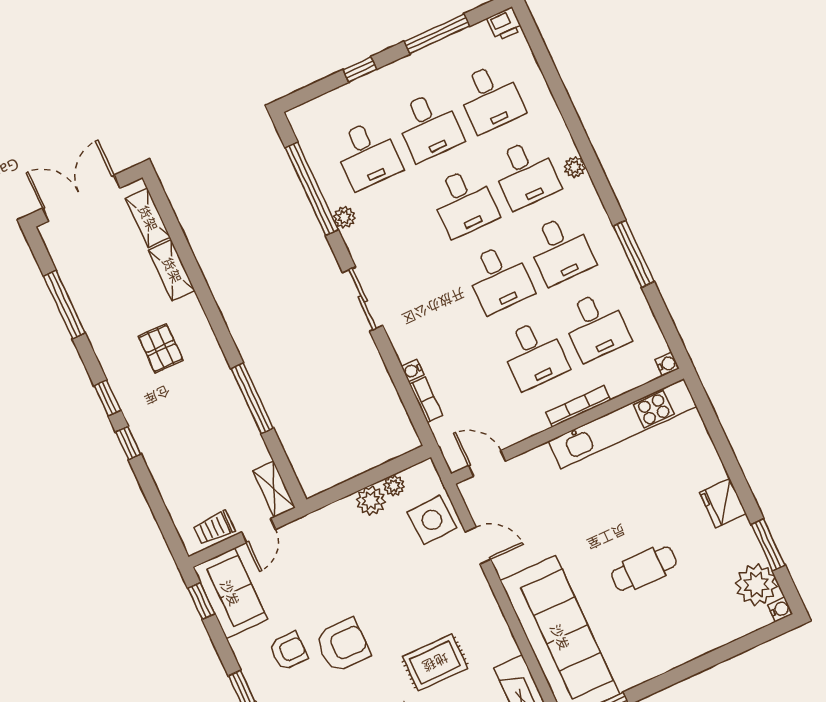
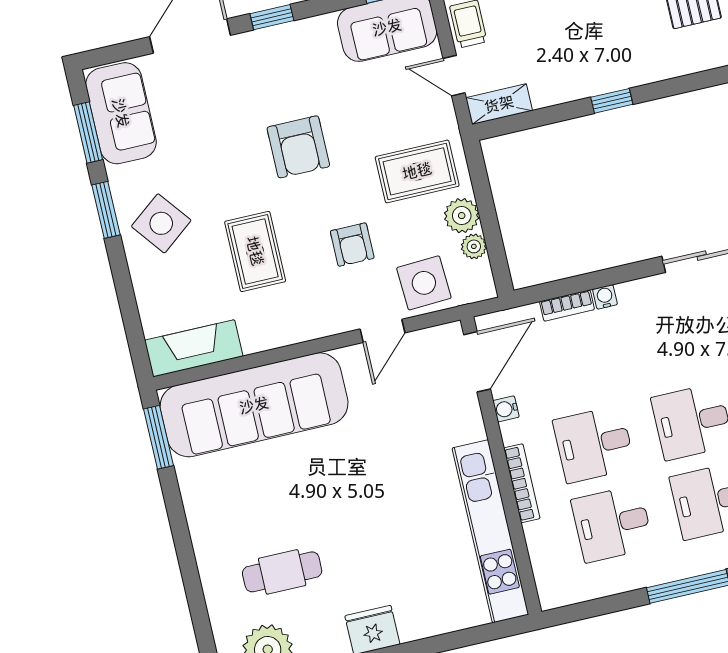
water cooler: (667, 364) -> (506, 409), moved, turned 90
window: (252, 398) -> (612, 101), width x0.46
door: (487, 463) -> (477, 362), width x1.38
rug: (343, 544) -> (417, 171), added
cafe table: (644, 569) -> (282, 572), moved, turned 90
armchair: (288, 651) -> (352, 245), moved

